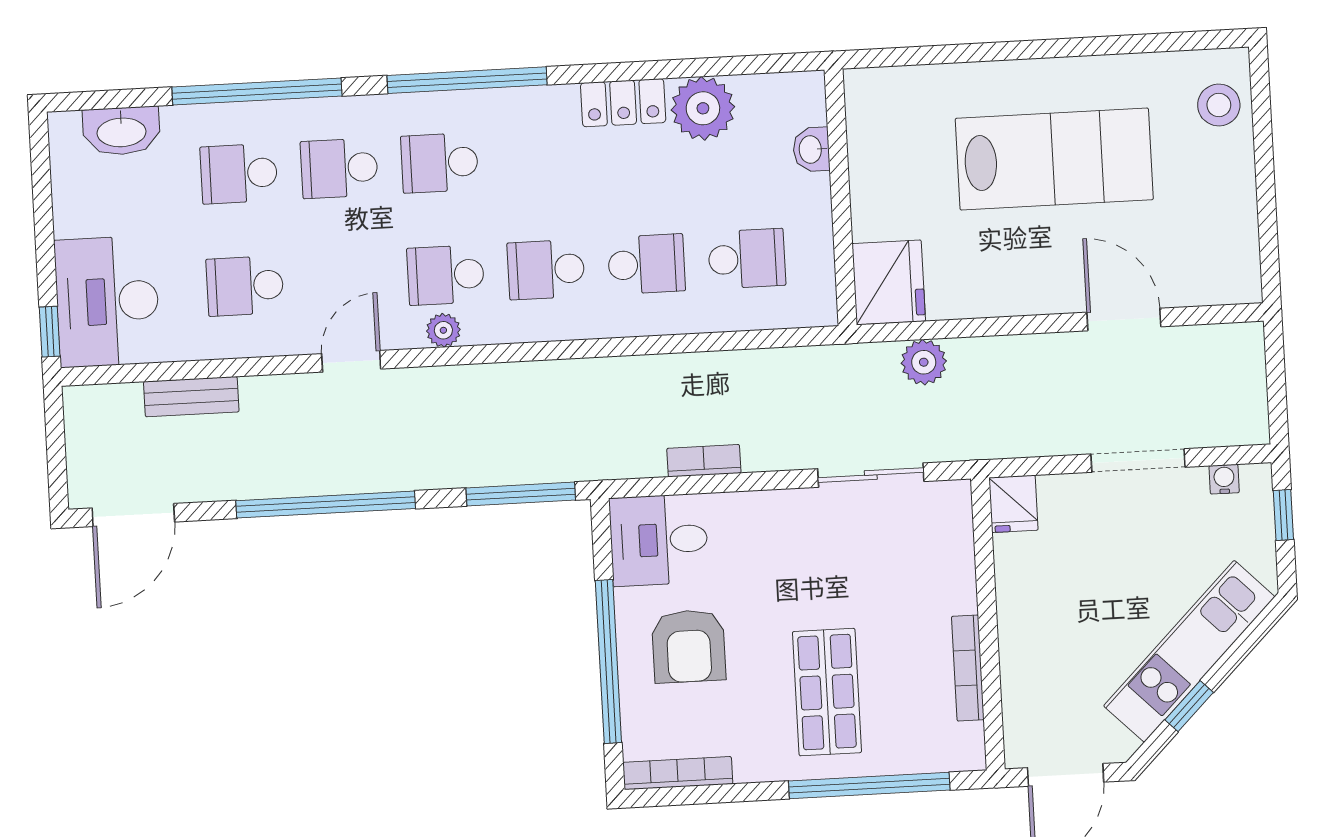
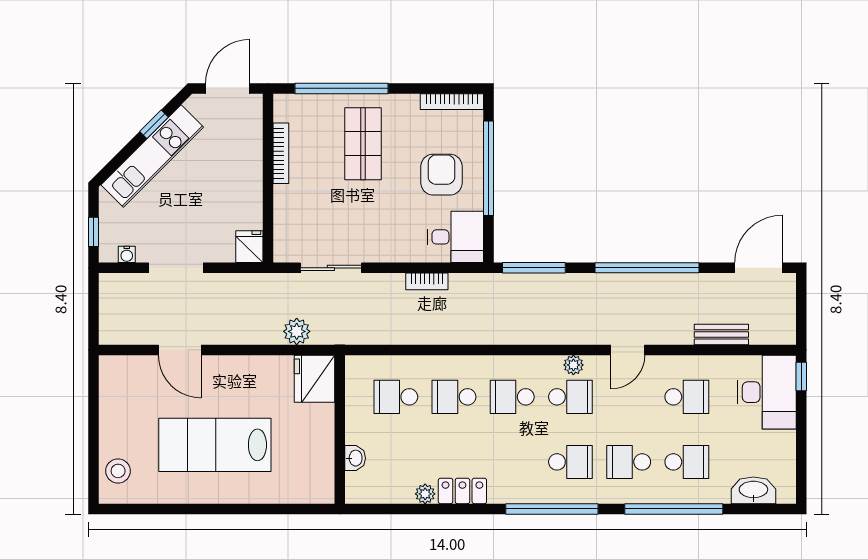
plant: (703, 108) -> (425, 494), width x0.53, depth x0.53
school desk: (339, 168) -> (629, 462), turned 180
school desk: (546, 270) -> (512, 397), turned 180

